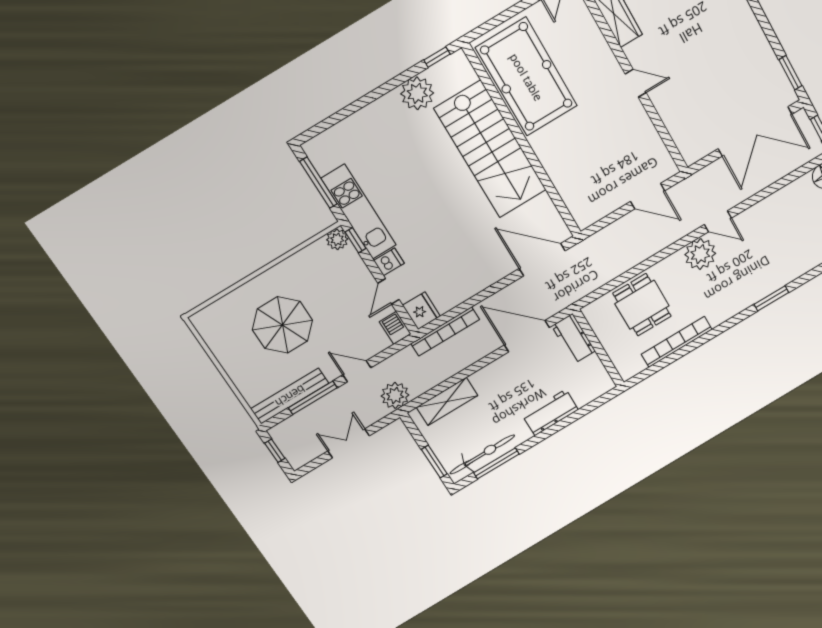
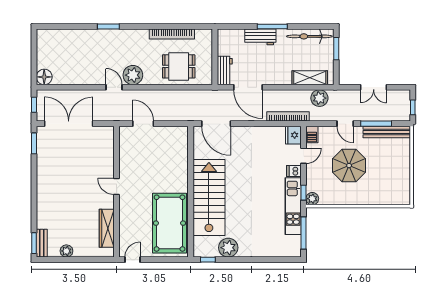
dining table: (642, 305) -> (179, 66), turned 90
parasol: (282, 325) -> (349, 166), moved
plant: (395, 395) -> (319, 98), moved
window: (496, 463) -> (272, 26), moved

